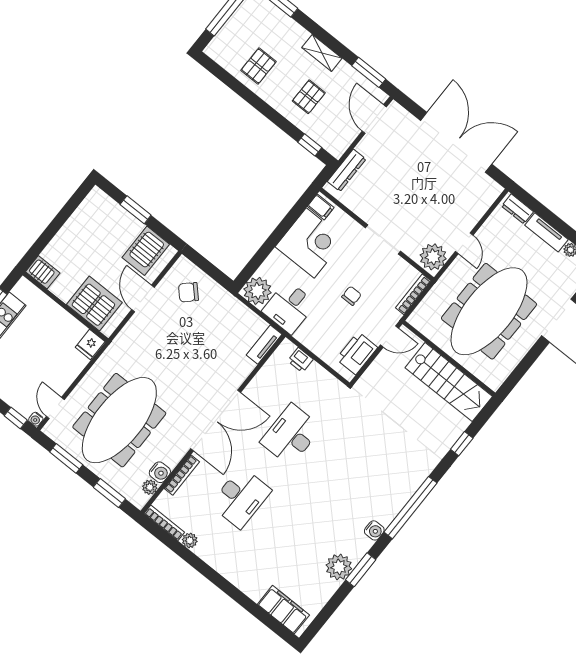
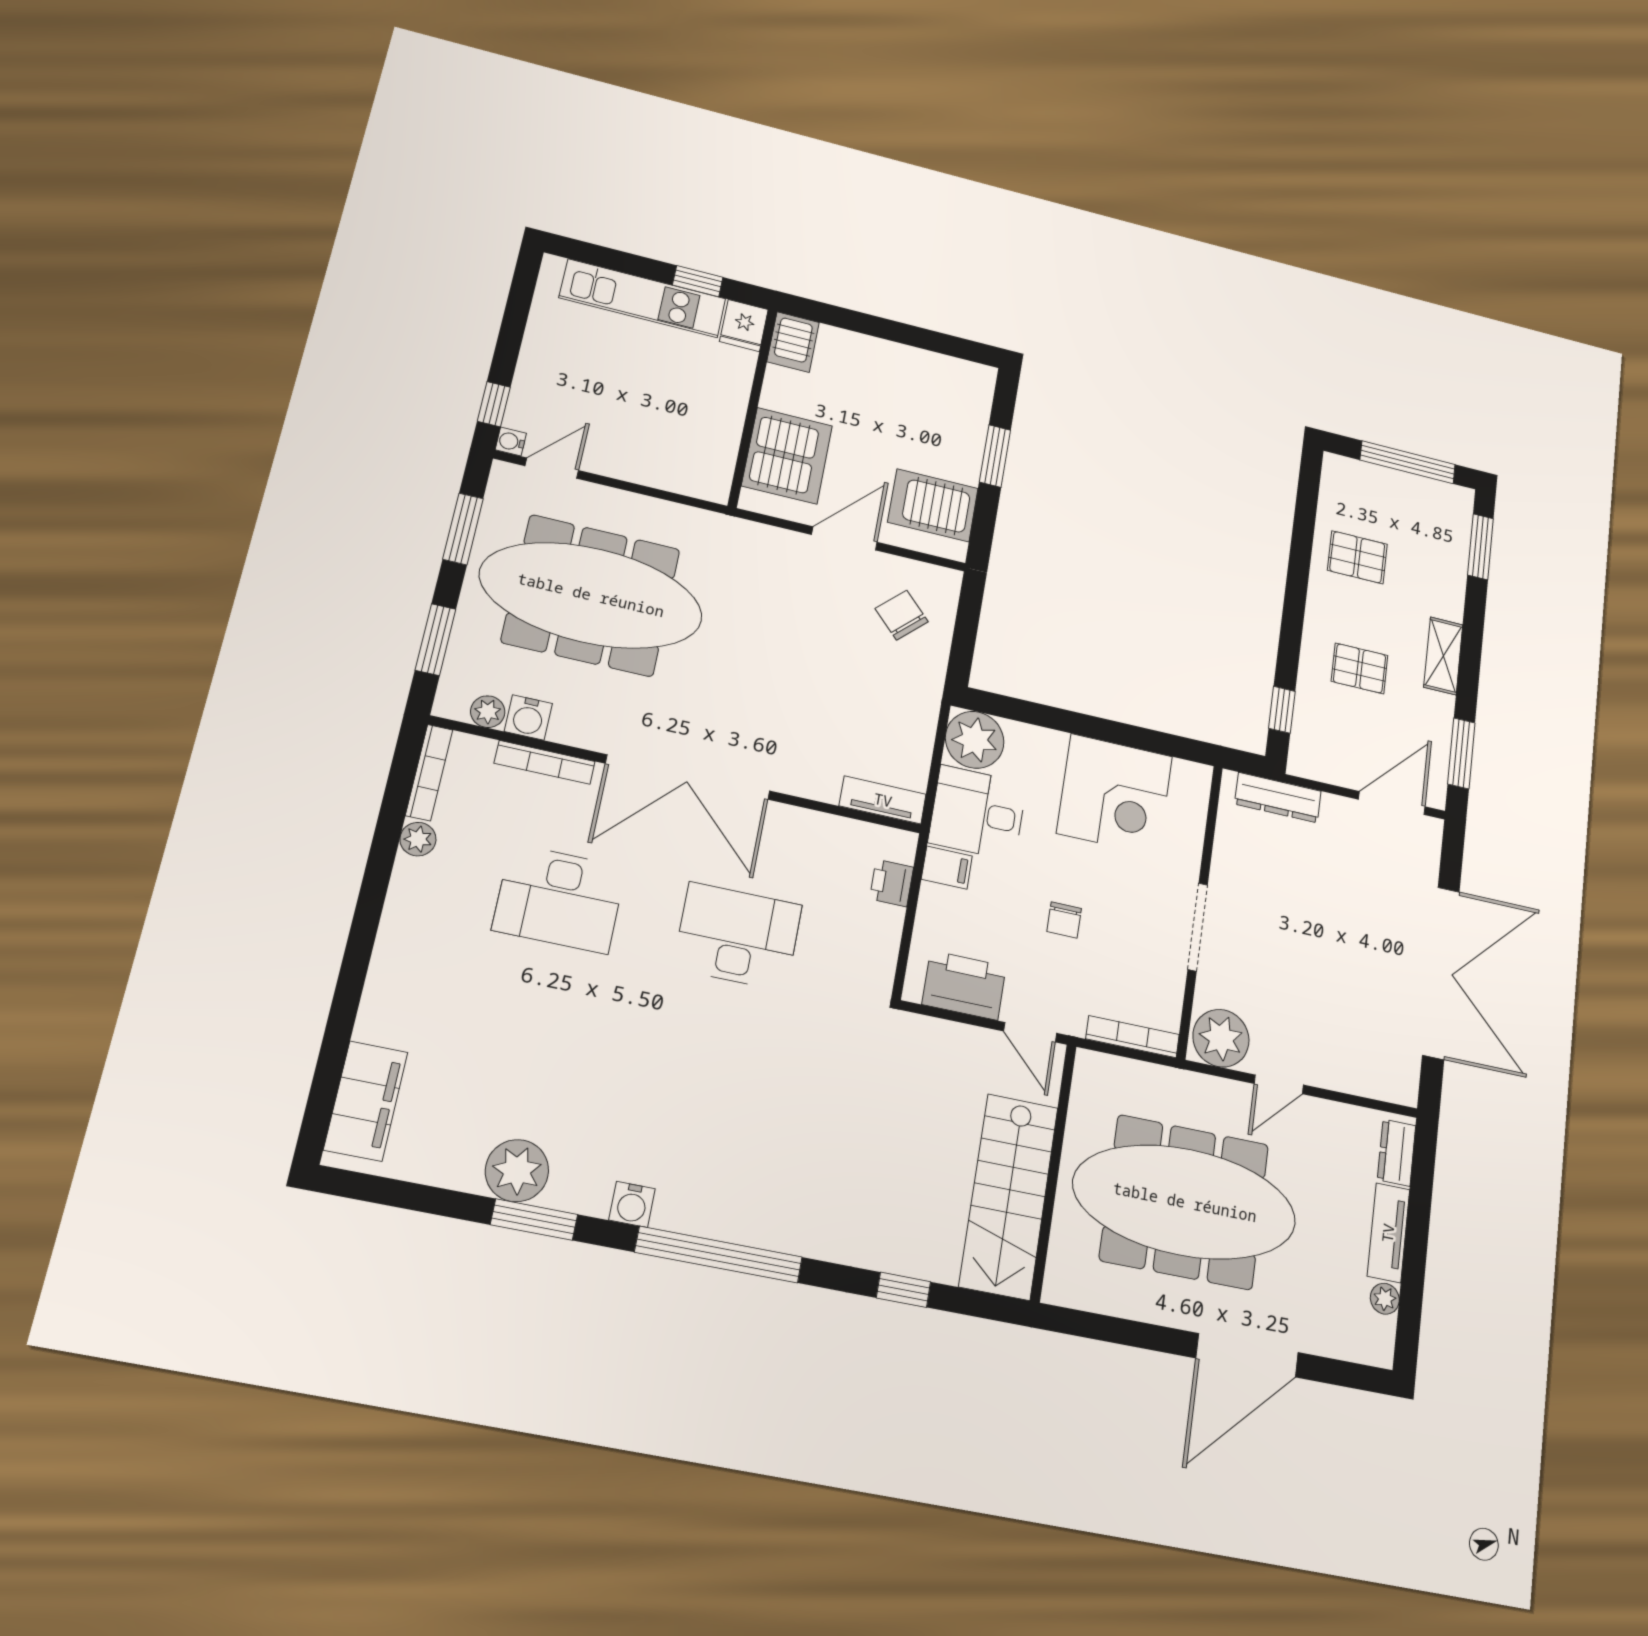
filing cabinet: (321, 207) -> (947, 868), moved, turned -90
chair: (352, 296) -> (1064, 920), turned 90
fridge: (90, 344) -> (744, 326), moved, turned -90

